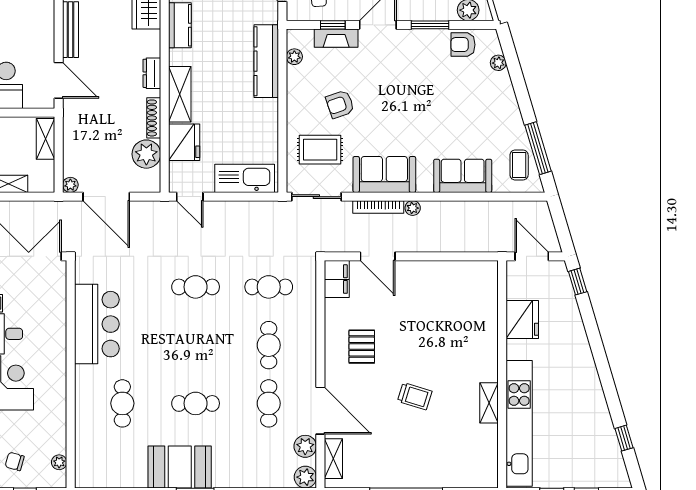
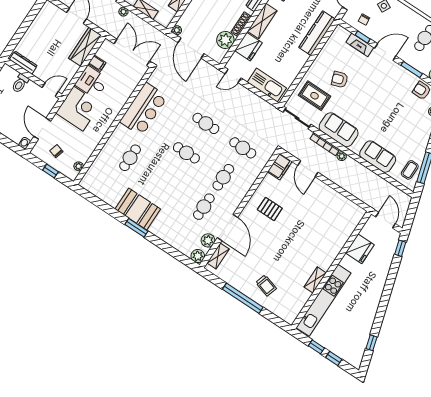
plant: (294, 57) -> (333, 40), removed
door: (190, 197) -> (233, 76), hinge flipped
pallet: (362, 347) -> (270, 209), turned 90
trolley: (415, 396) -> (266, 286), moved
cafe table: (196, 403) -> (186, 153), moved

